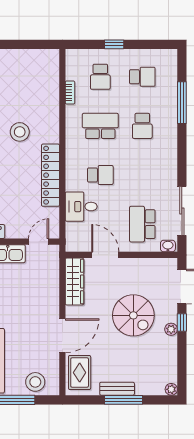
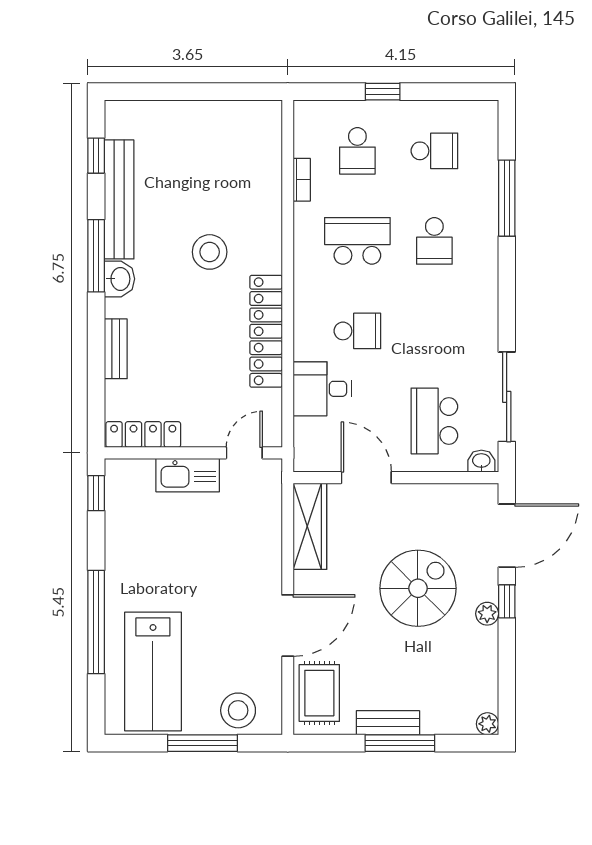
spiral stairs: (133, 315) -> (418, 588), turned -90

